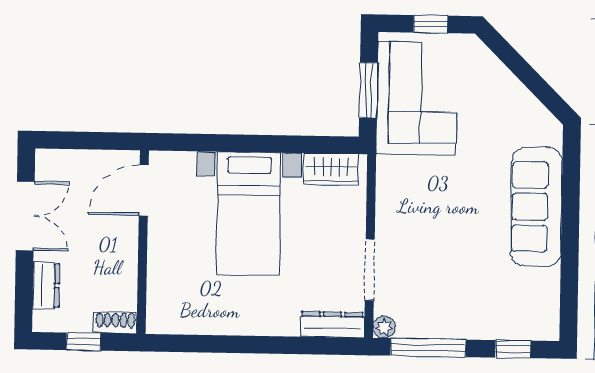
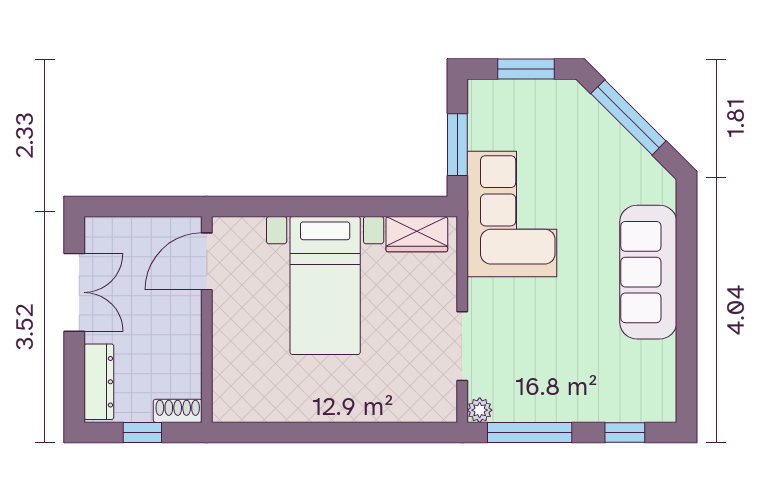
window: (431, 24) -> (526, 69), width x1.50
window: (521, 69) -> (628, 117), added
corner sofa: (417, 98) -> (512, 214), moved
dresser: (46, 286) -> (99, 382), width x1.44
dresser: (332, 325) -> (421, 409), removed

